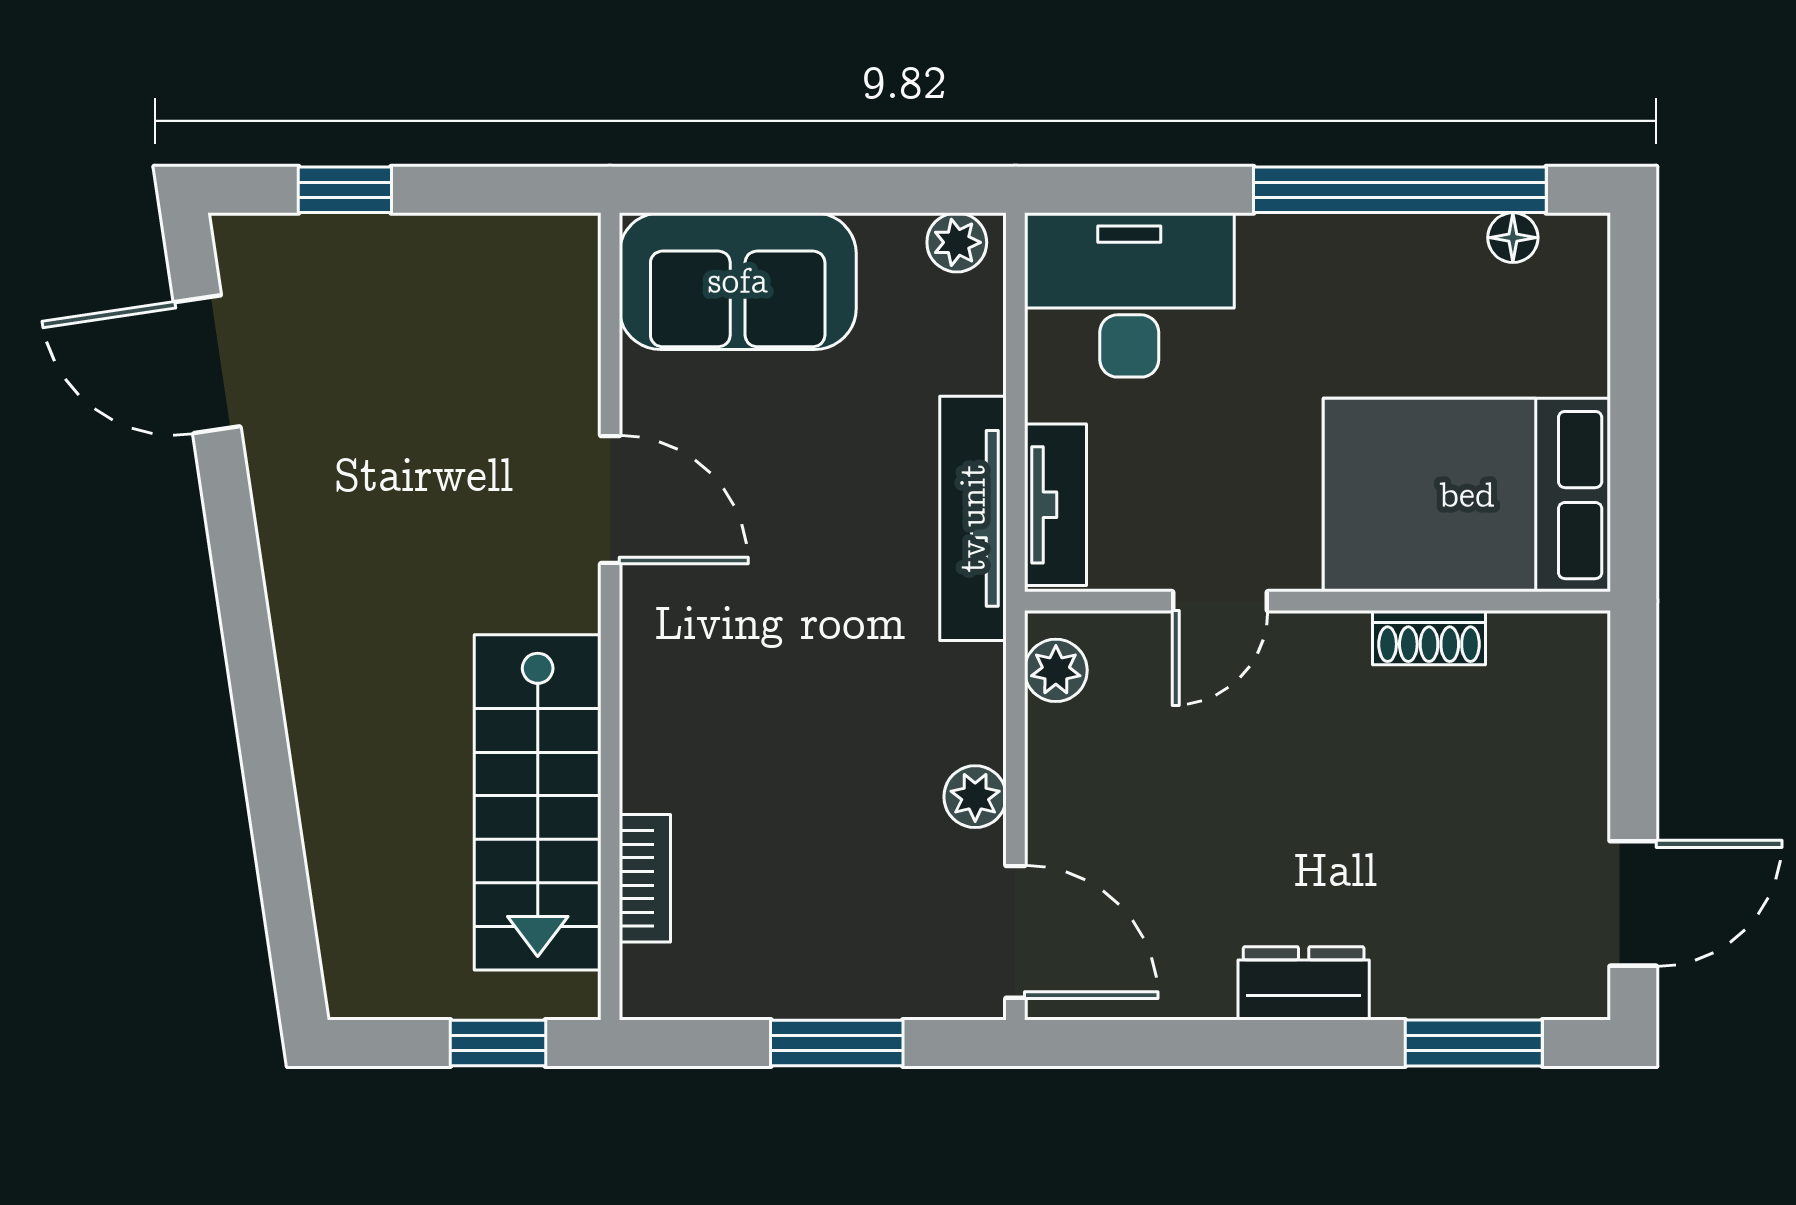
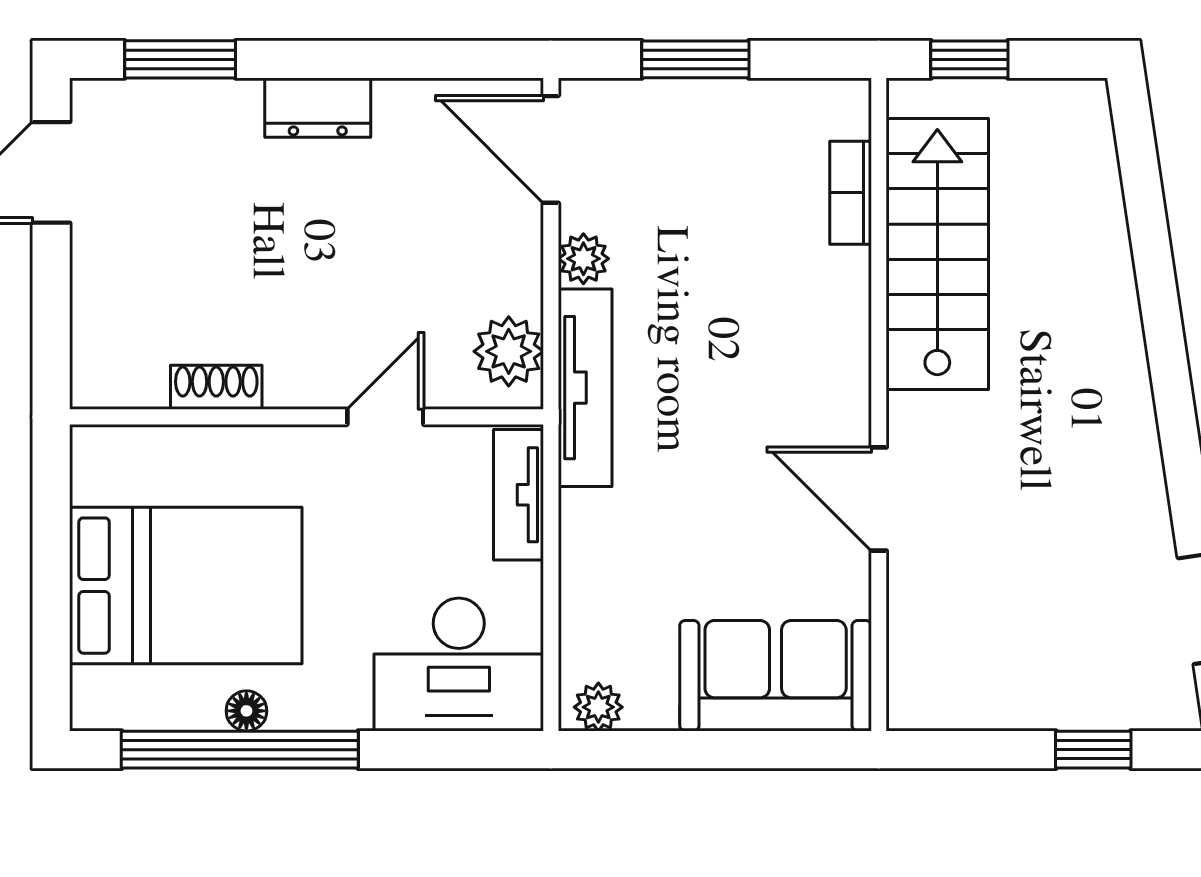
floor lamp: (1513, 238) -> (246, 711), moved
bed: (1467, 495) -> (186, 586), moved
tv unit: (973, 518) -> (585, 388), moved
plant: (1056, 670) -> (509, 351), width x1.38, depth x1.38

